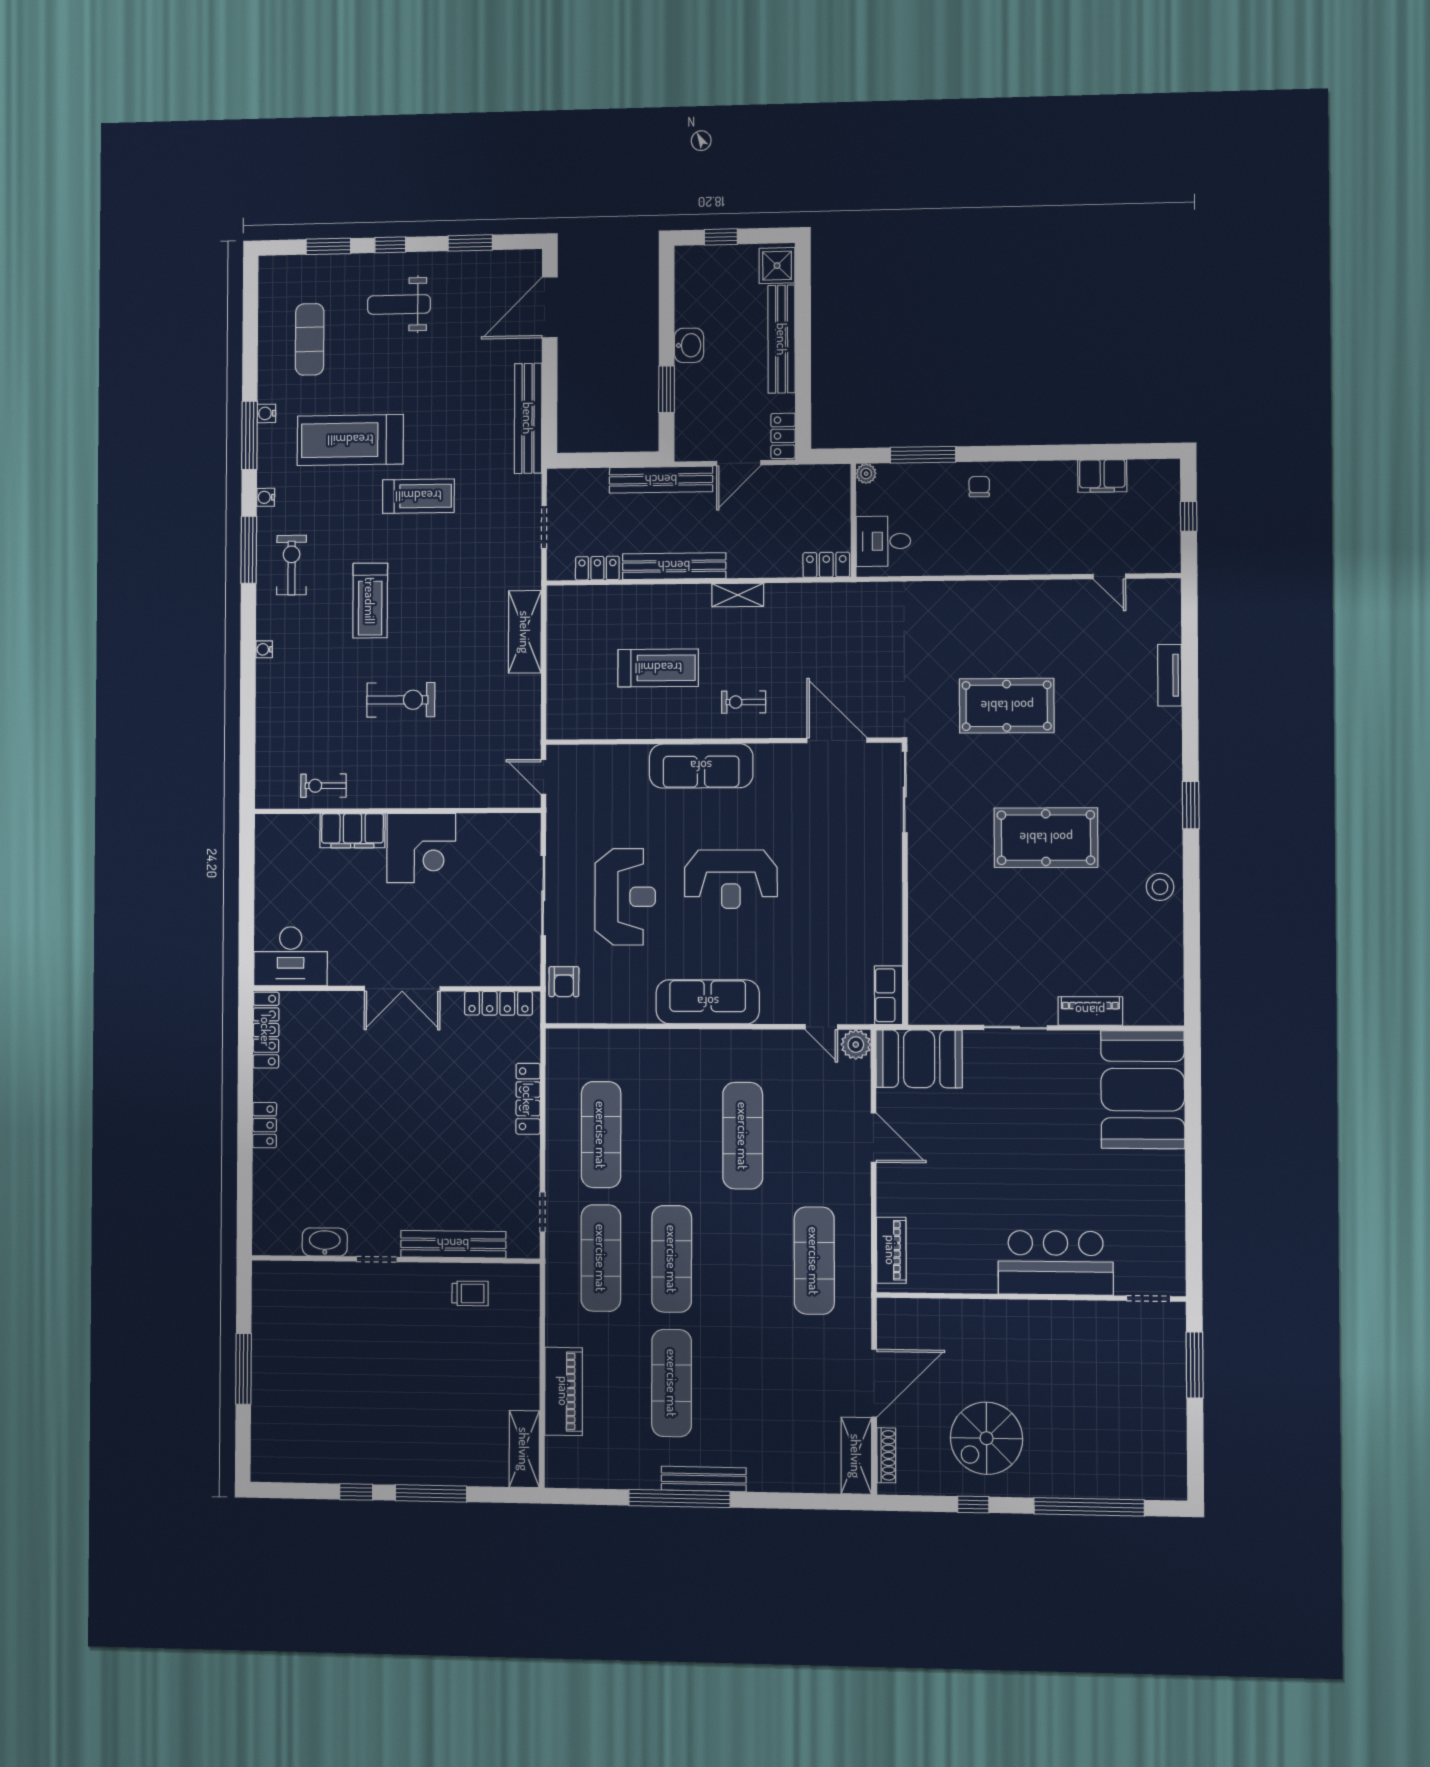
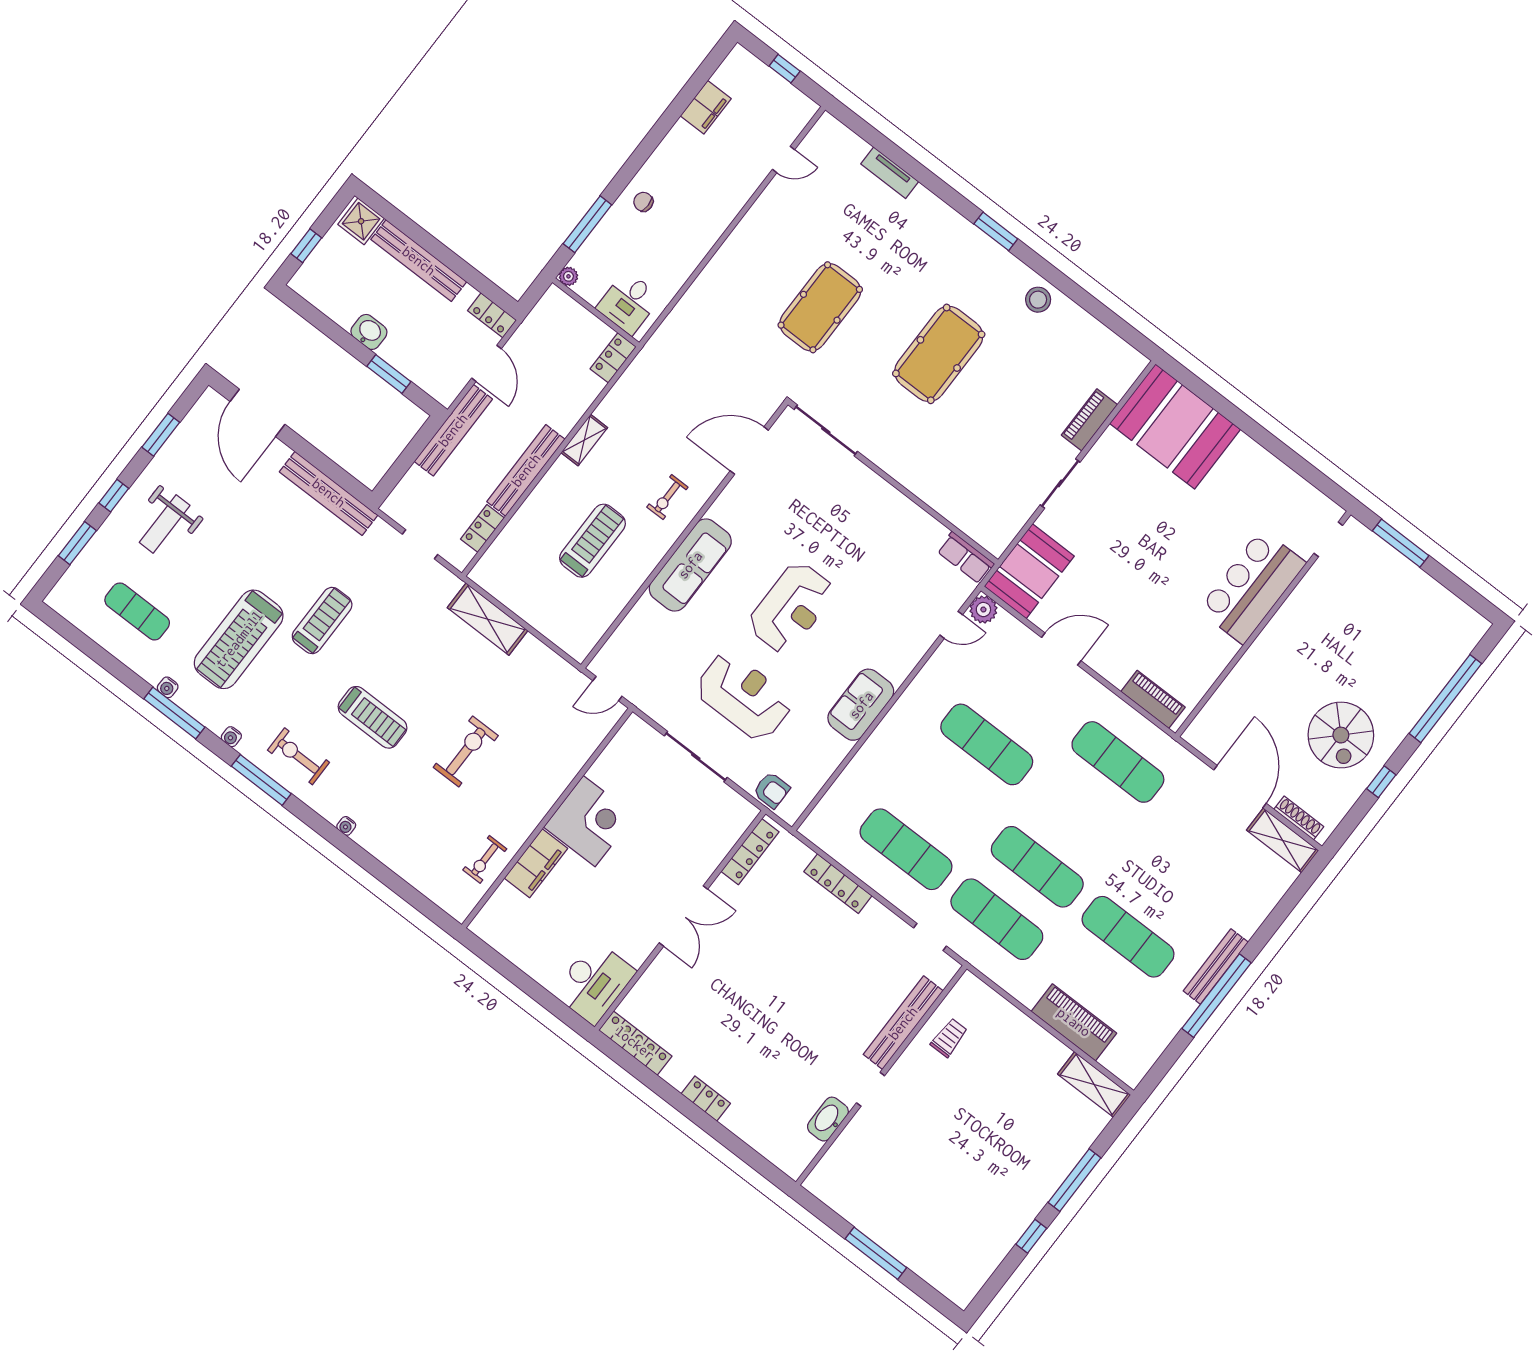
sofa: (708, 1002) -> (861, 705), width x0.73

